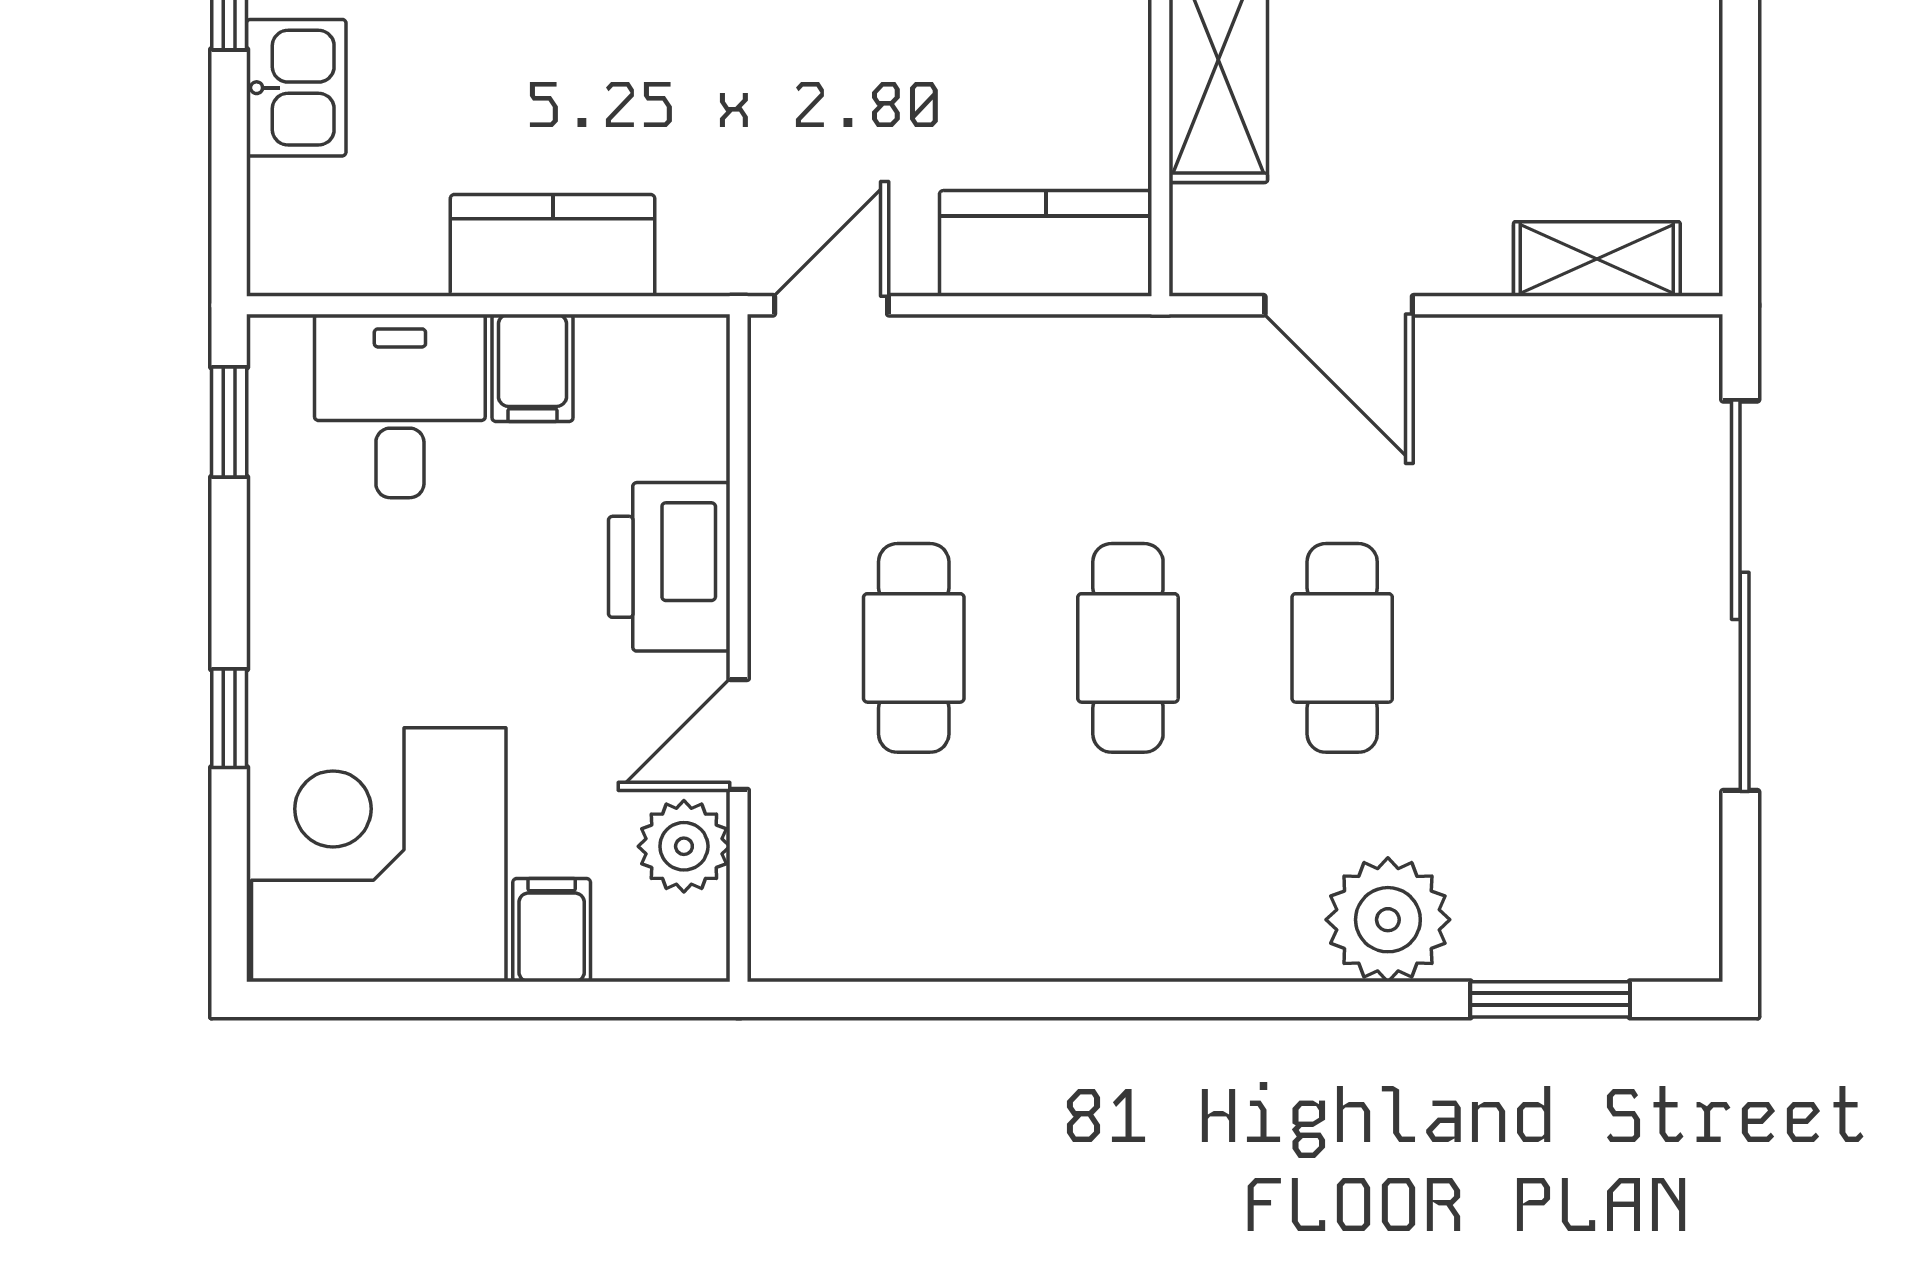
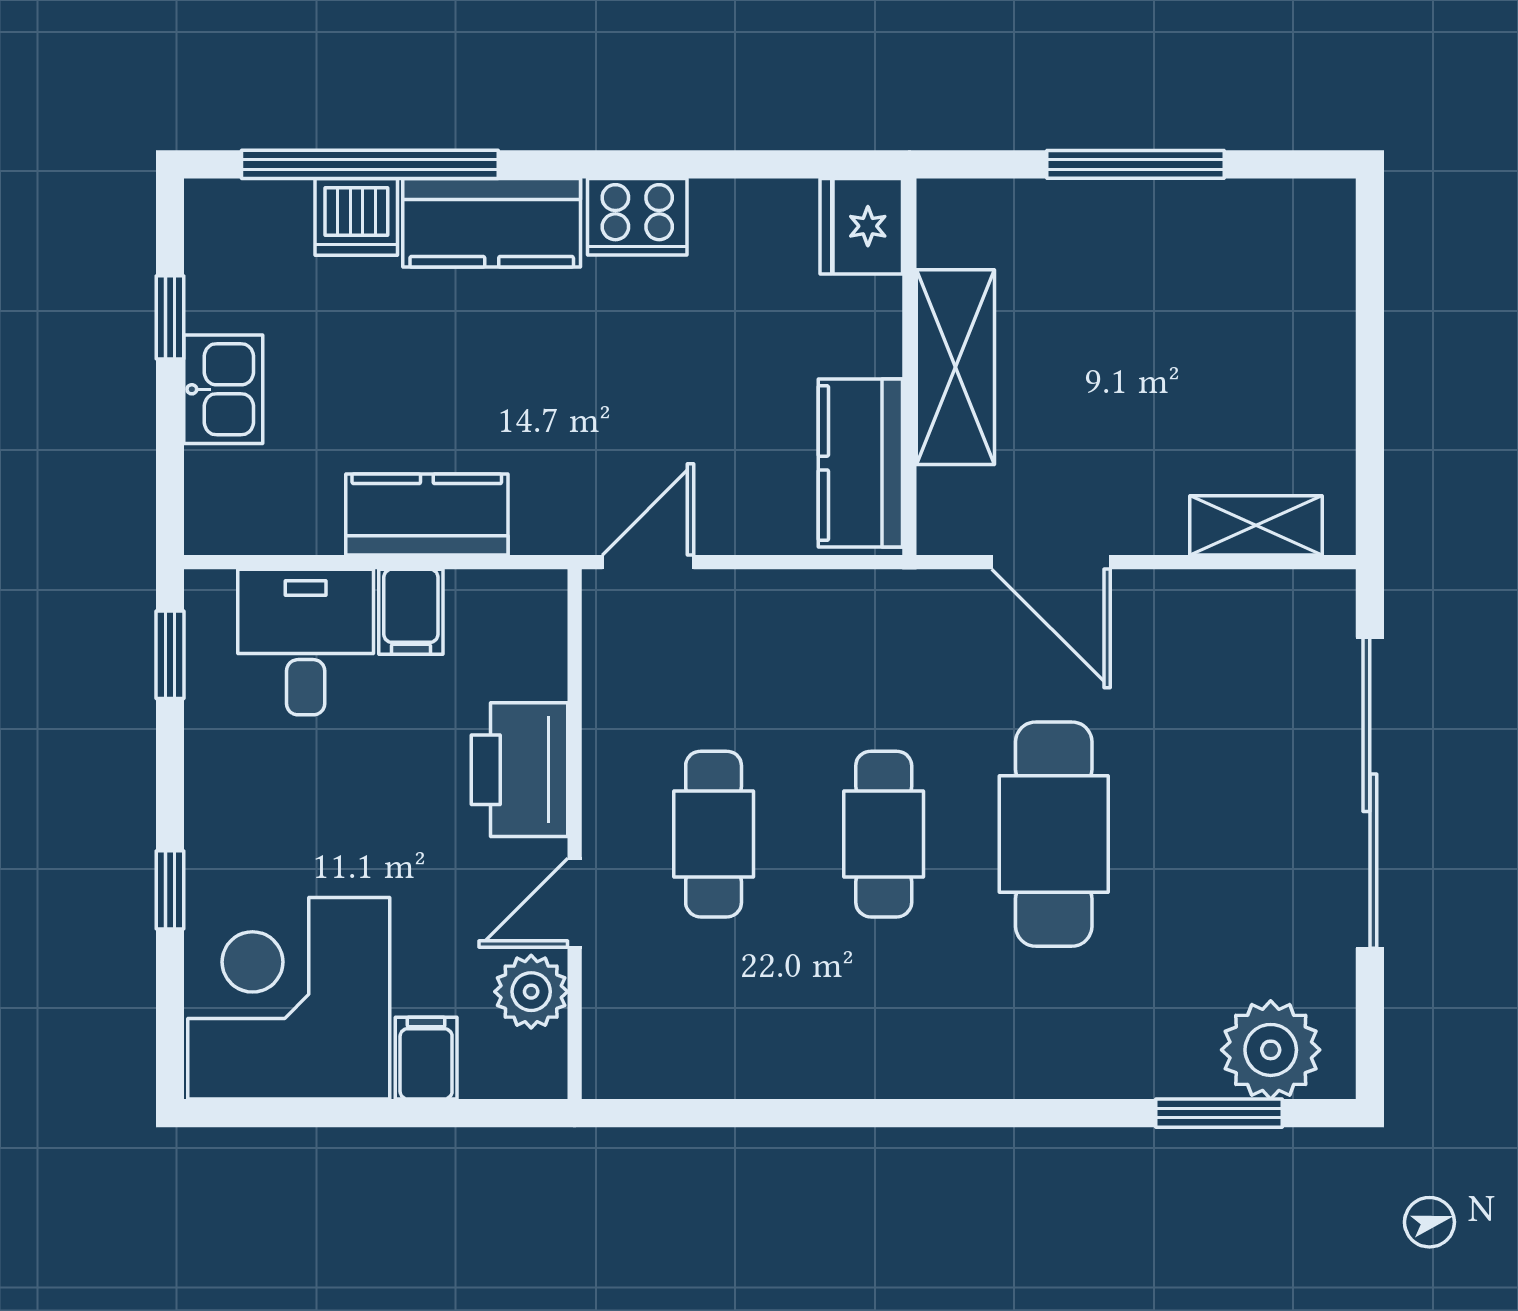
kitchen counter: (1046, 243) -> (860, 463), moved, turned -90
cafe table: (1342, 648) -> (1054, 834), width x1.37, depth x1.35
plant: (1388, 920) -> (1271, 1050), moved

